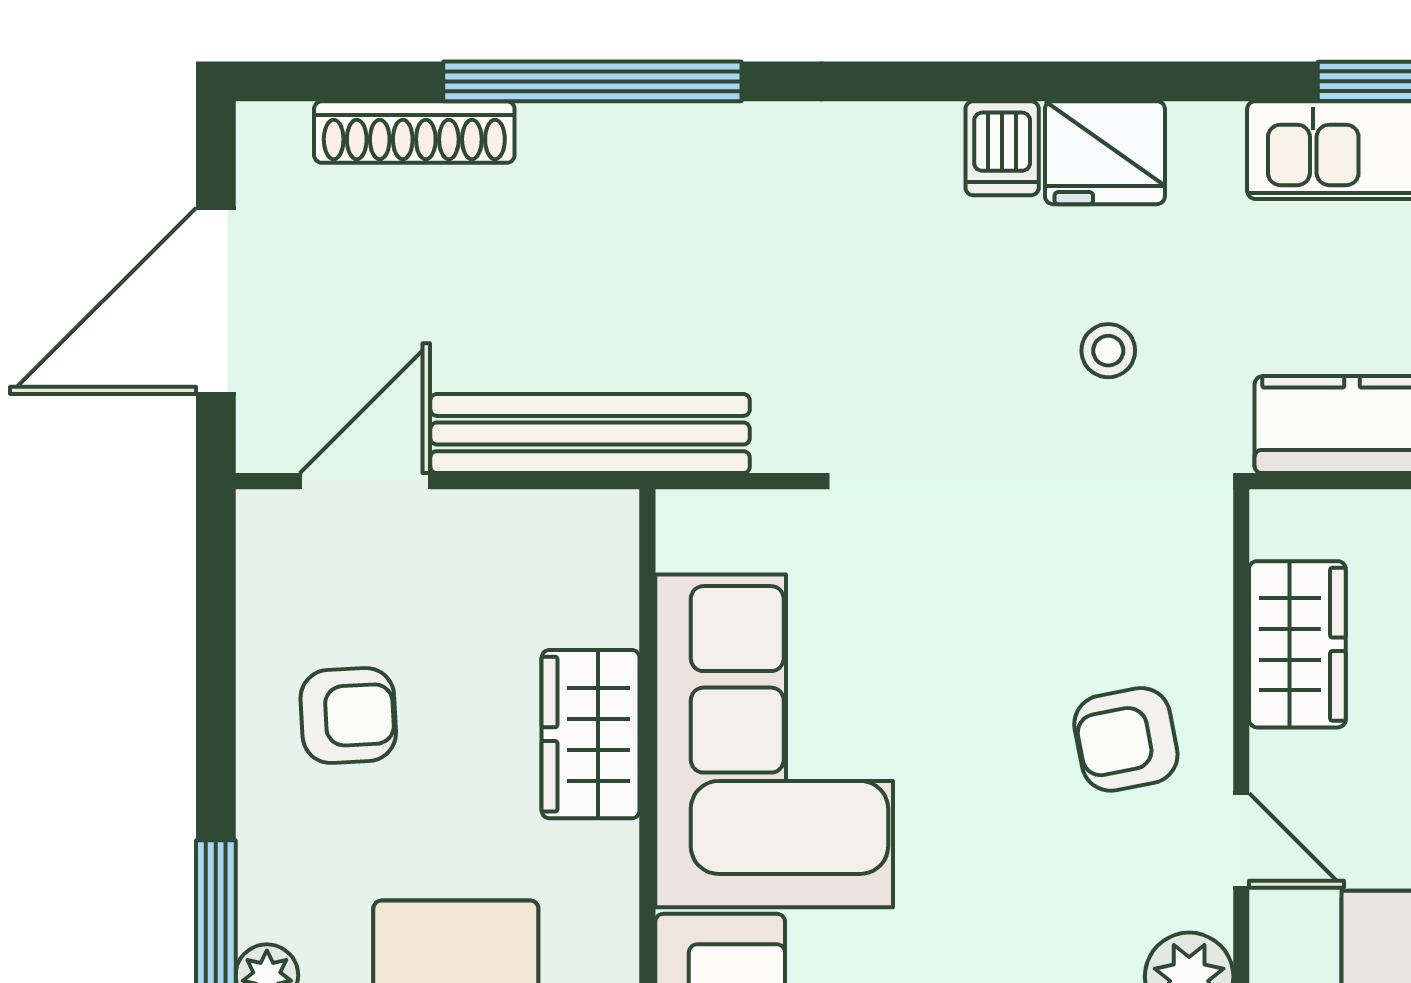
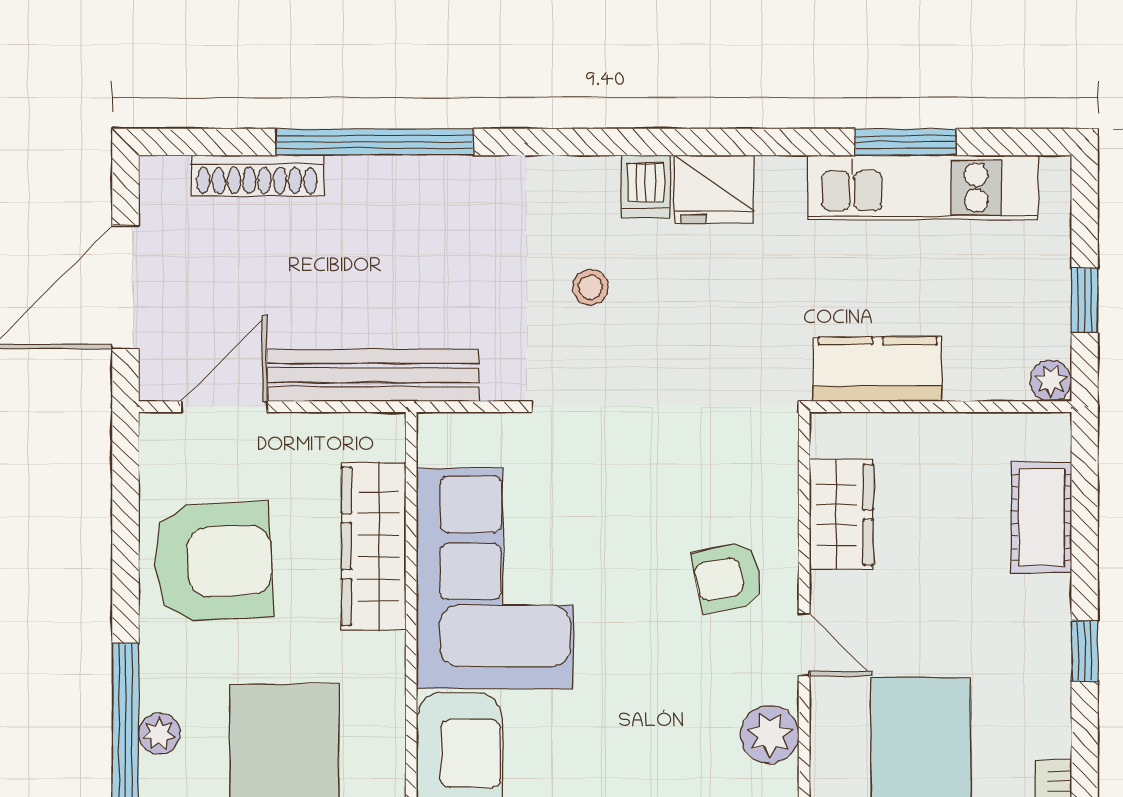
stool: (1108, 351) -> (590, 287), moved
armchair: (348, 715) -> (213, 562), width x1.88, depth x1.88
wardrobe: (591, 734) -> (374, 546), width x1.50

